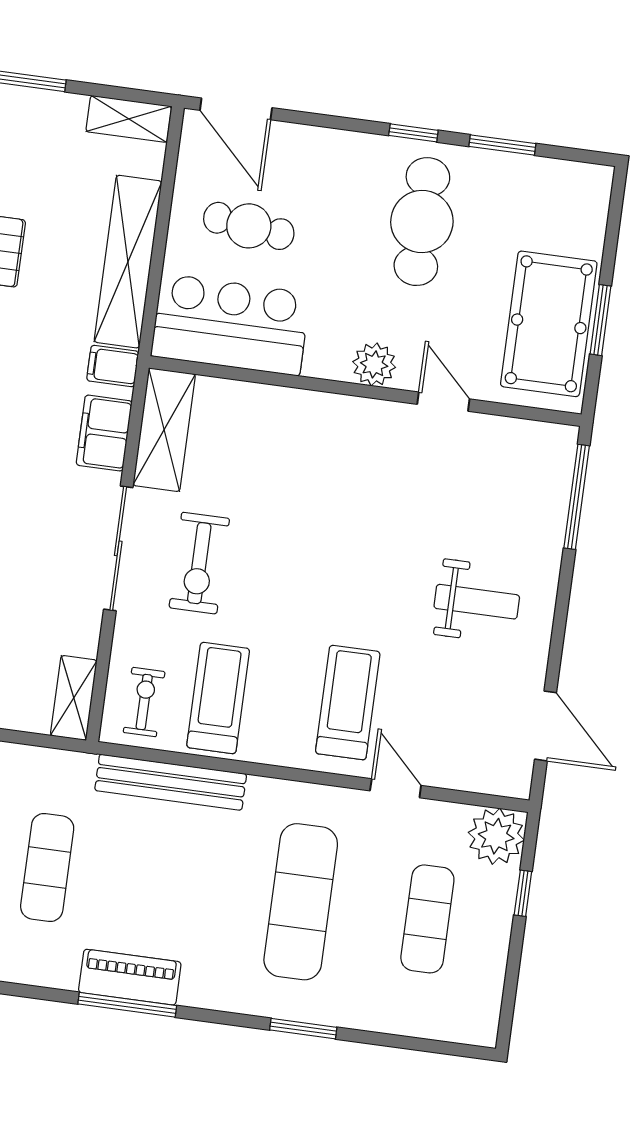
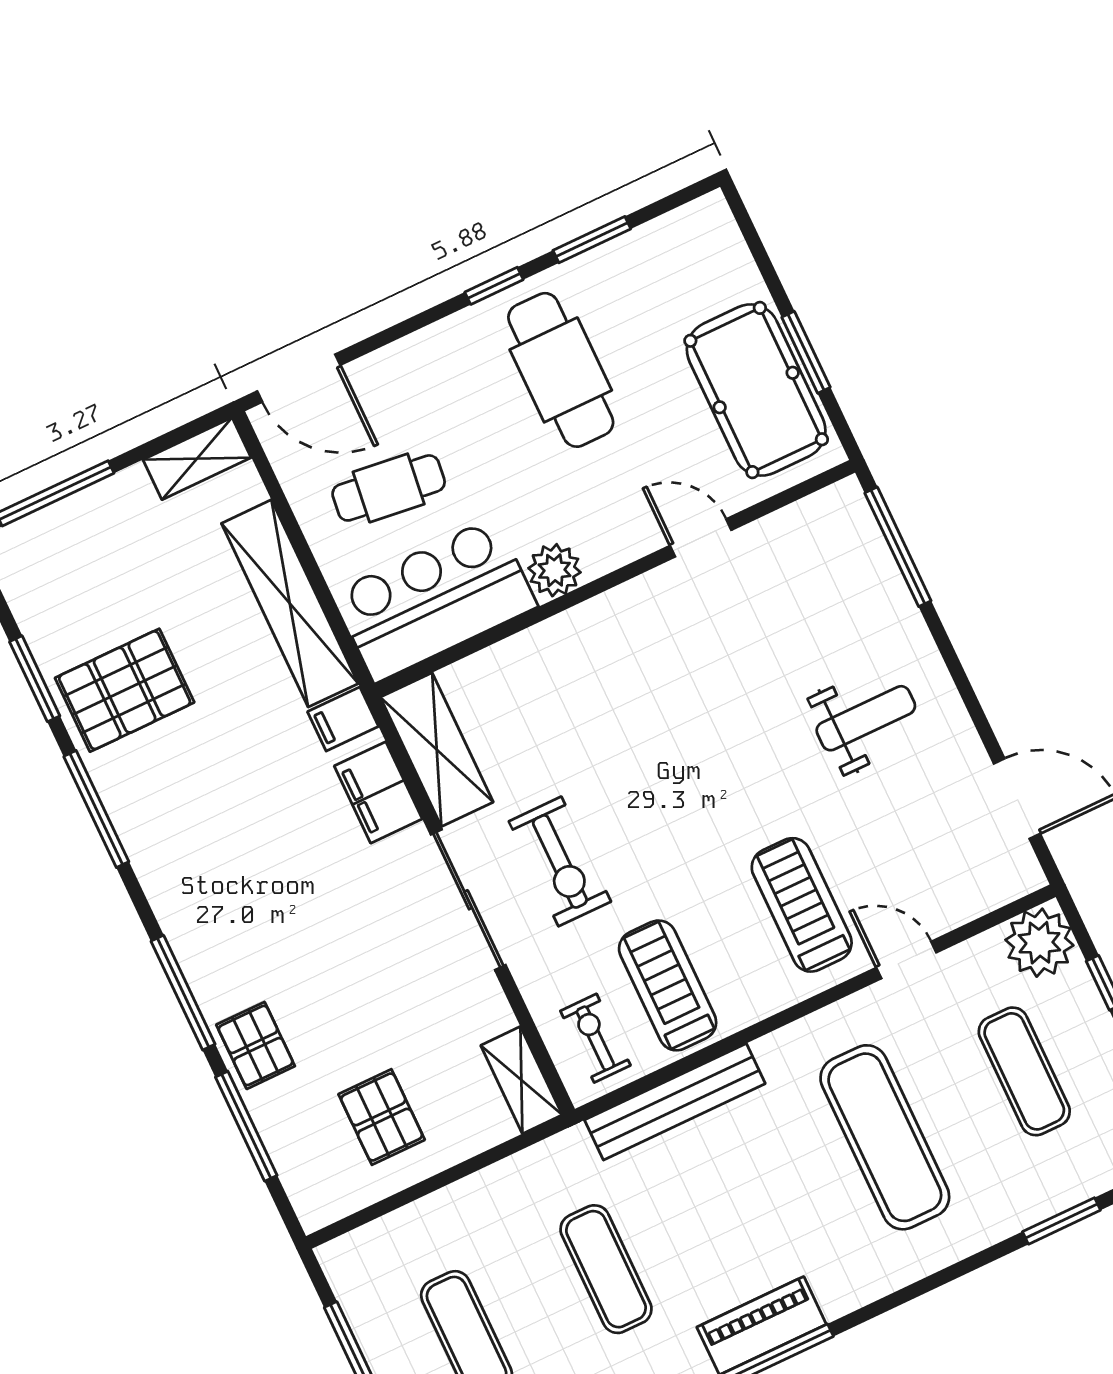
plant: (374, 364) -> (555, 570), moved
window: (303, 1029) -> (1061, 1221), moved

